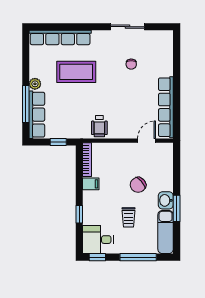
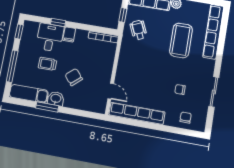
chair: (161, 53) -> (186, 118), added
wheelchair: (99, 126) -> (138, 30), moved, turned 66
filing cabinet: (91, 184) -> (69, 34), moved
desk: (98, 240) -> (50, 37), moved

